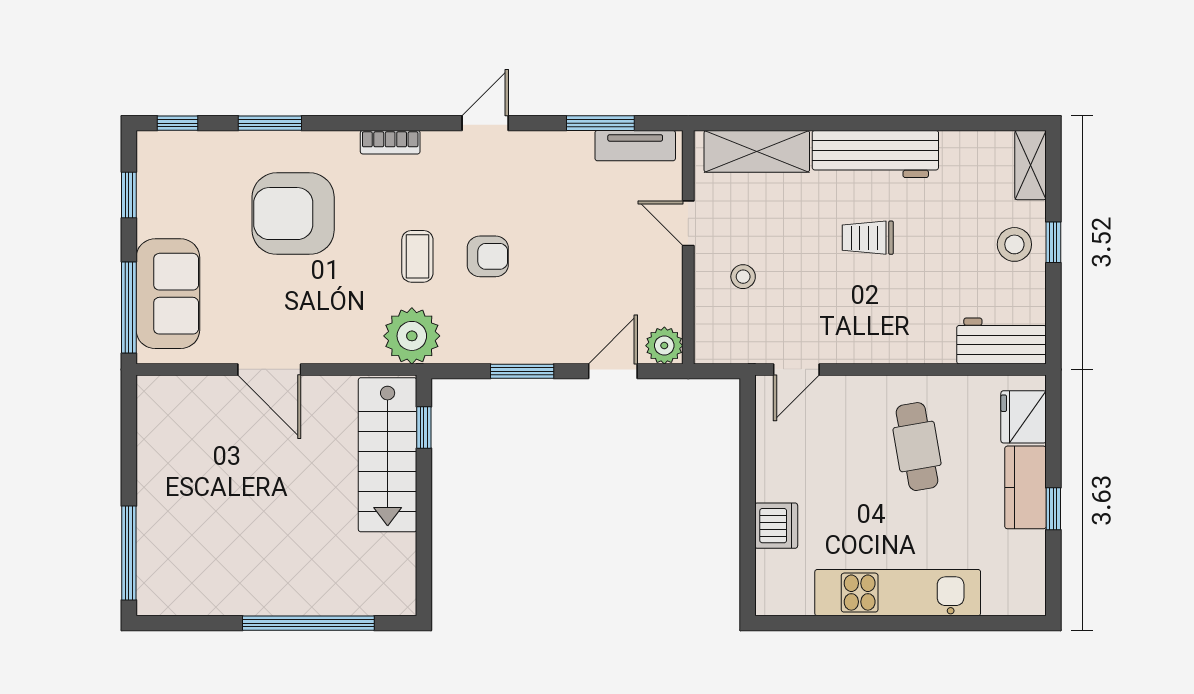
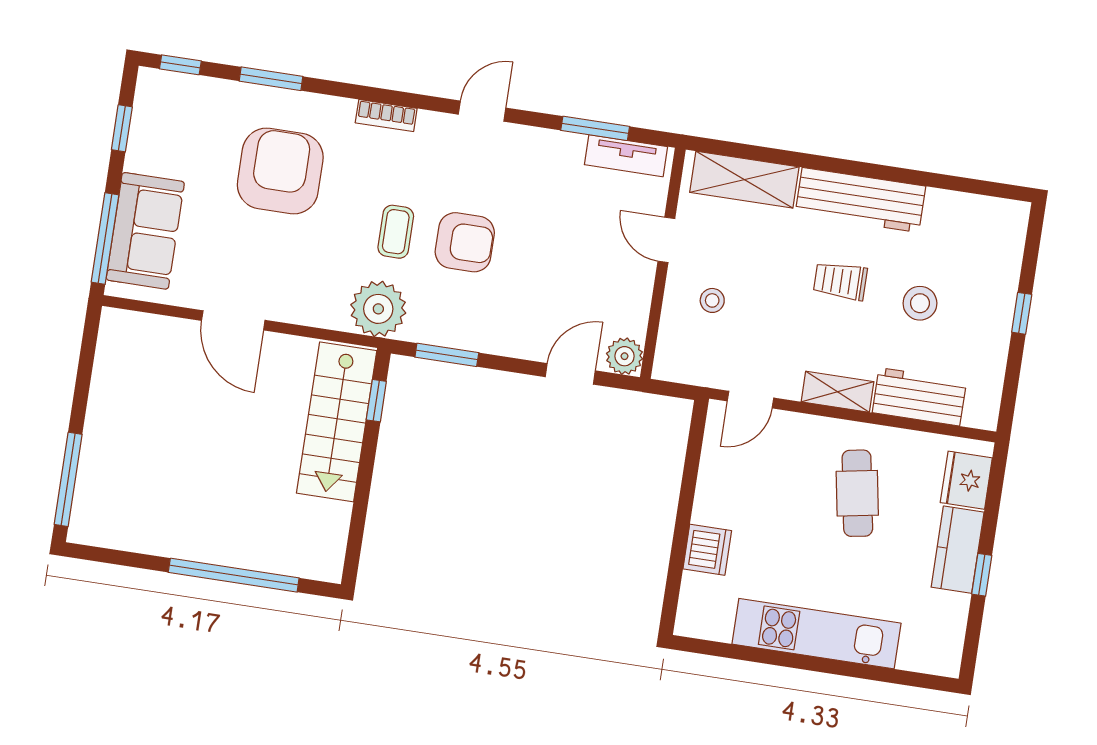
shelving: (1031, 165) -> (838, 392), moved, turned 90
armchair: (293, 214) -> (280, 171), turned 90
stool: (1014, 244) -> (920, 303), moved
armchair: (488, 256) -> (465, 242), width x1.38, depth x1.38
workbench: (1001, 341) -> (919, 397), moved
window: (522, 371) -> (447, 355), moved

